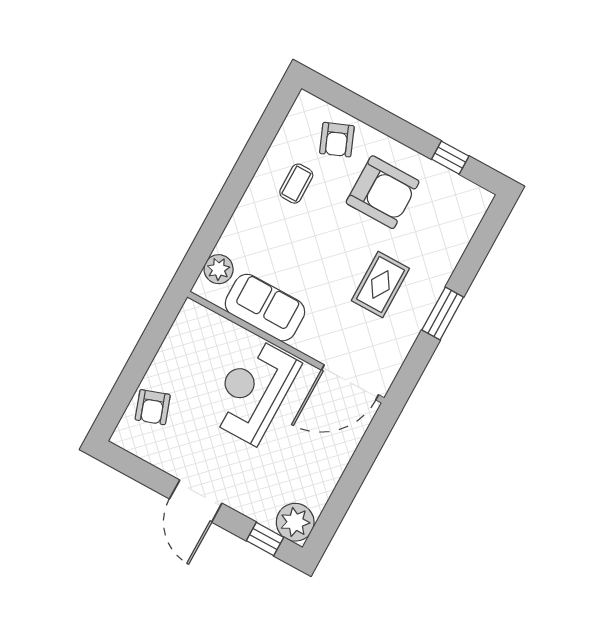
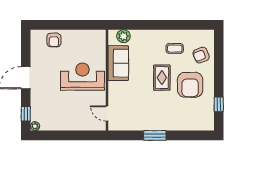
rug: (380, 285) -> (162, 78), moved, turned 90
door: (350, 382) -> (107, 113), width x0.53
armchair: (153, 407) -> (54, 40), turned -71
plant: (295, 522) -> (35, 126), width x0.53, depth x0.53

